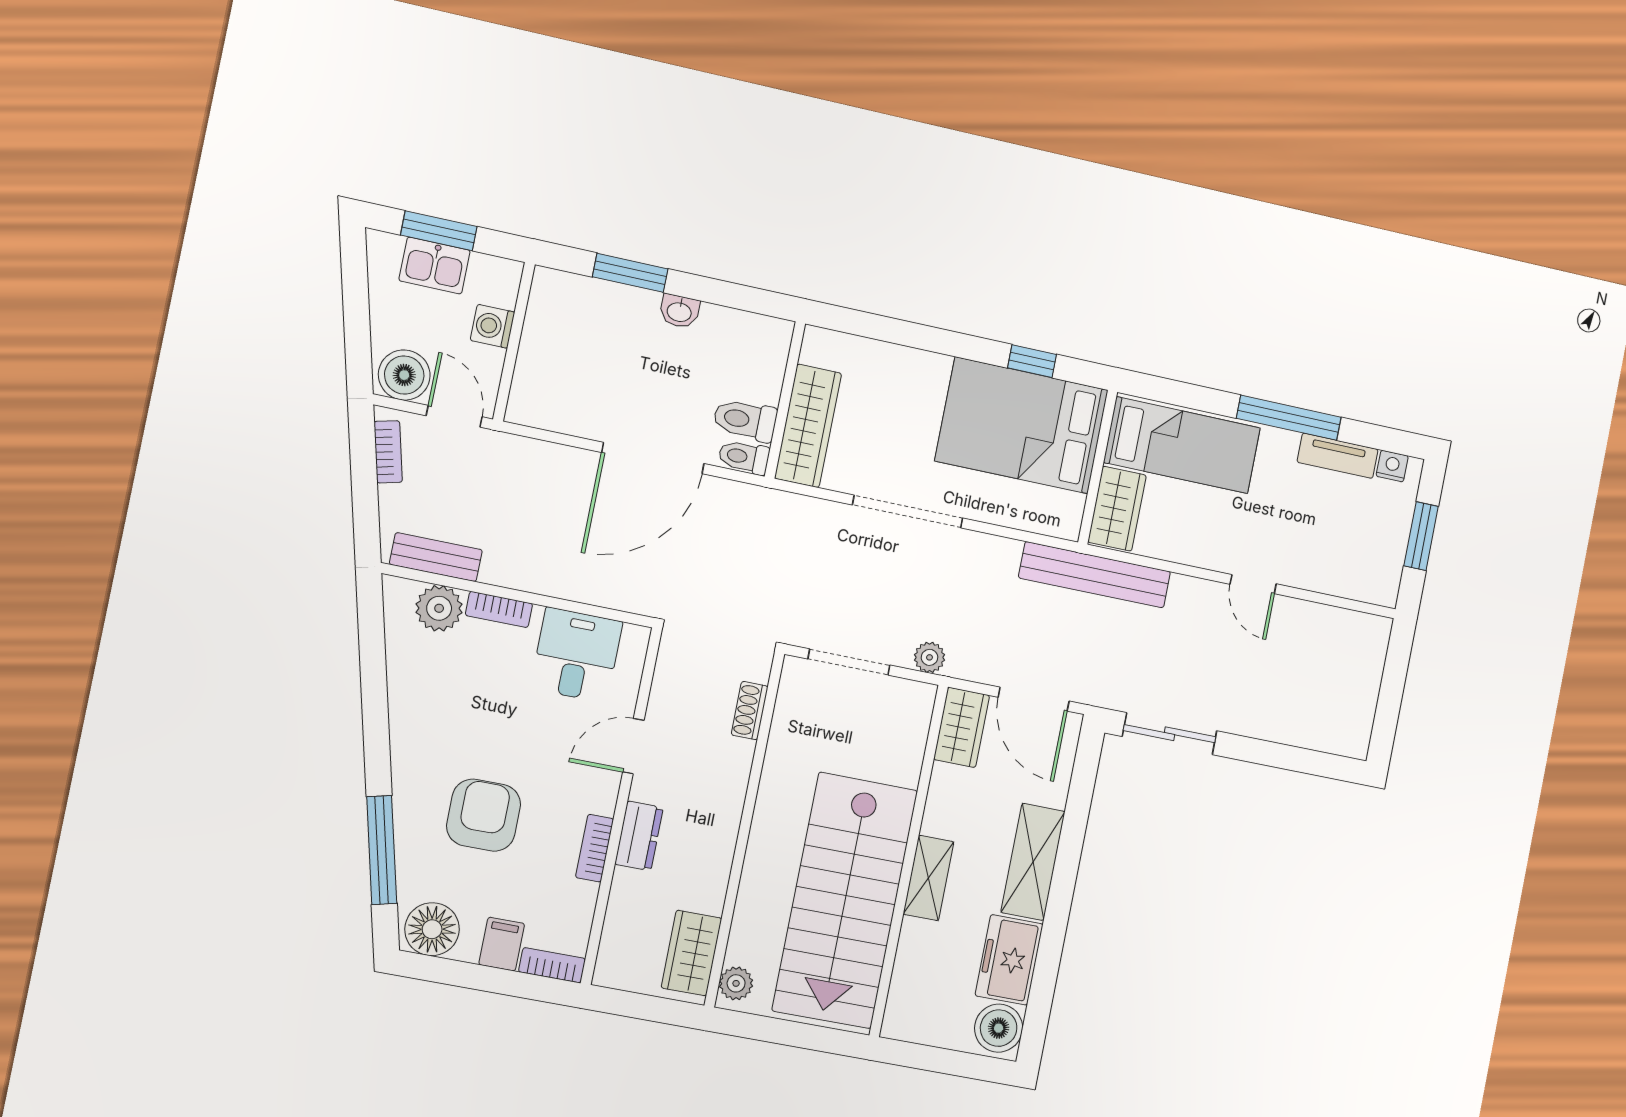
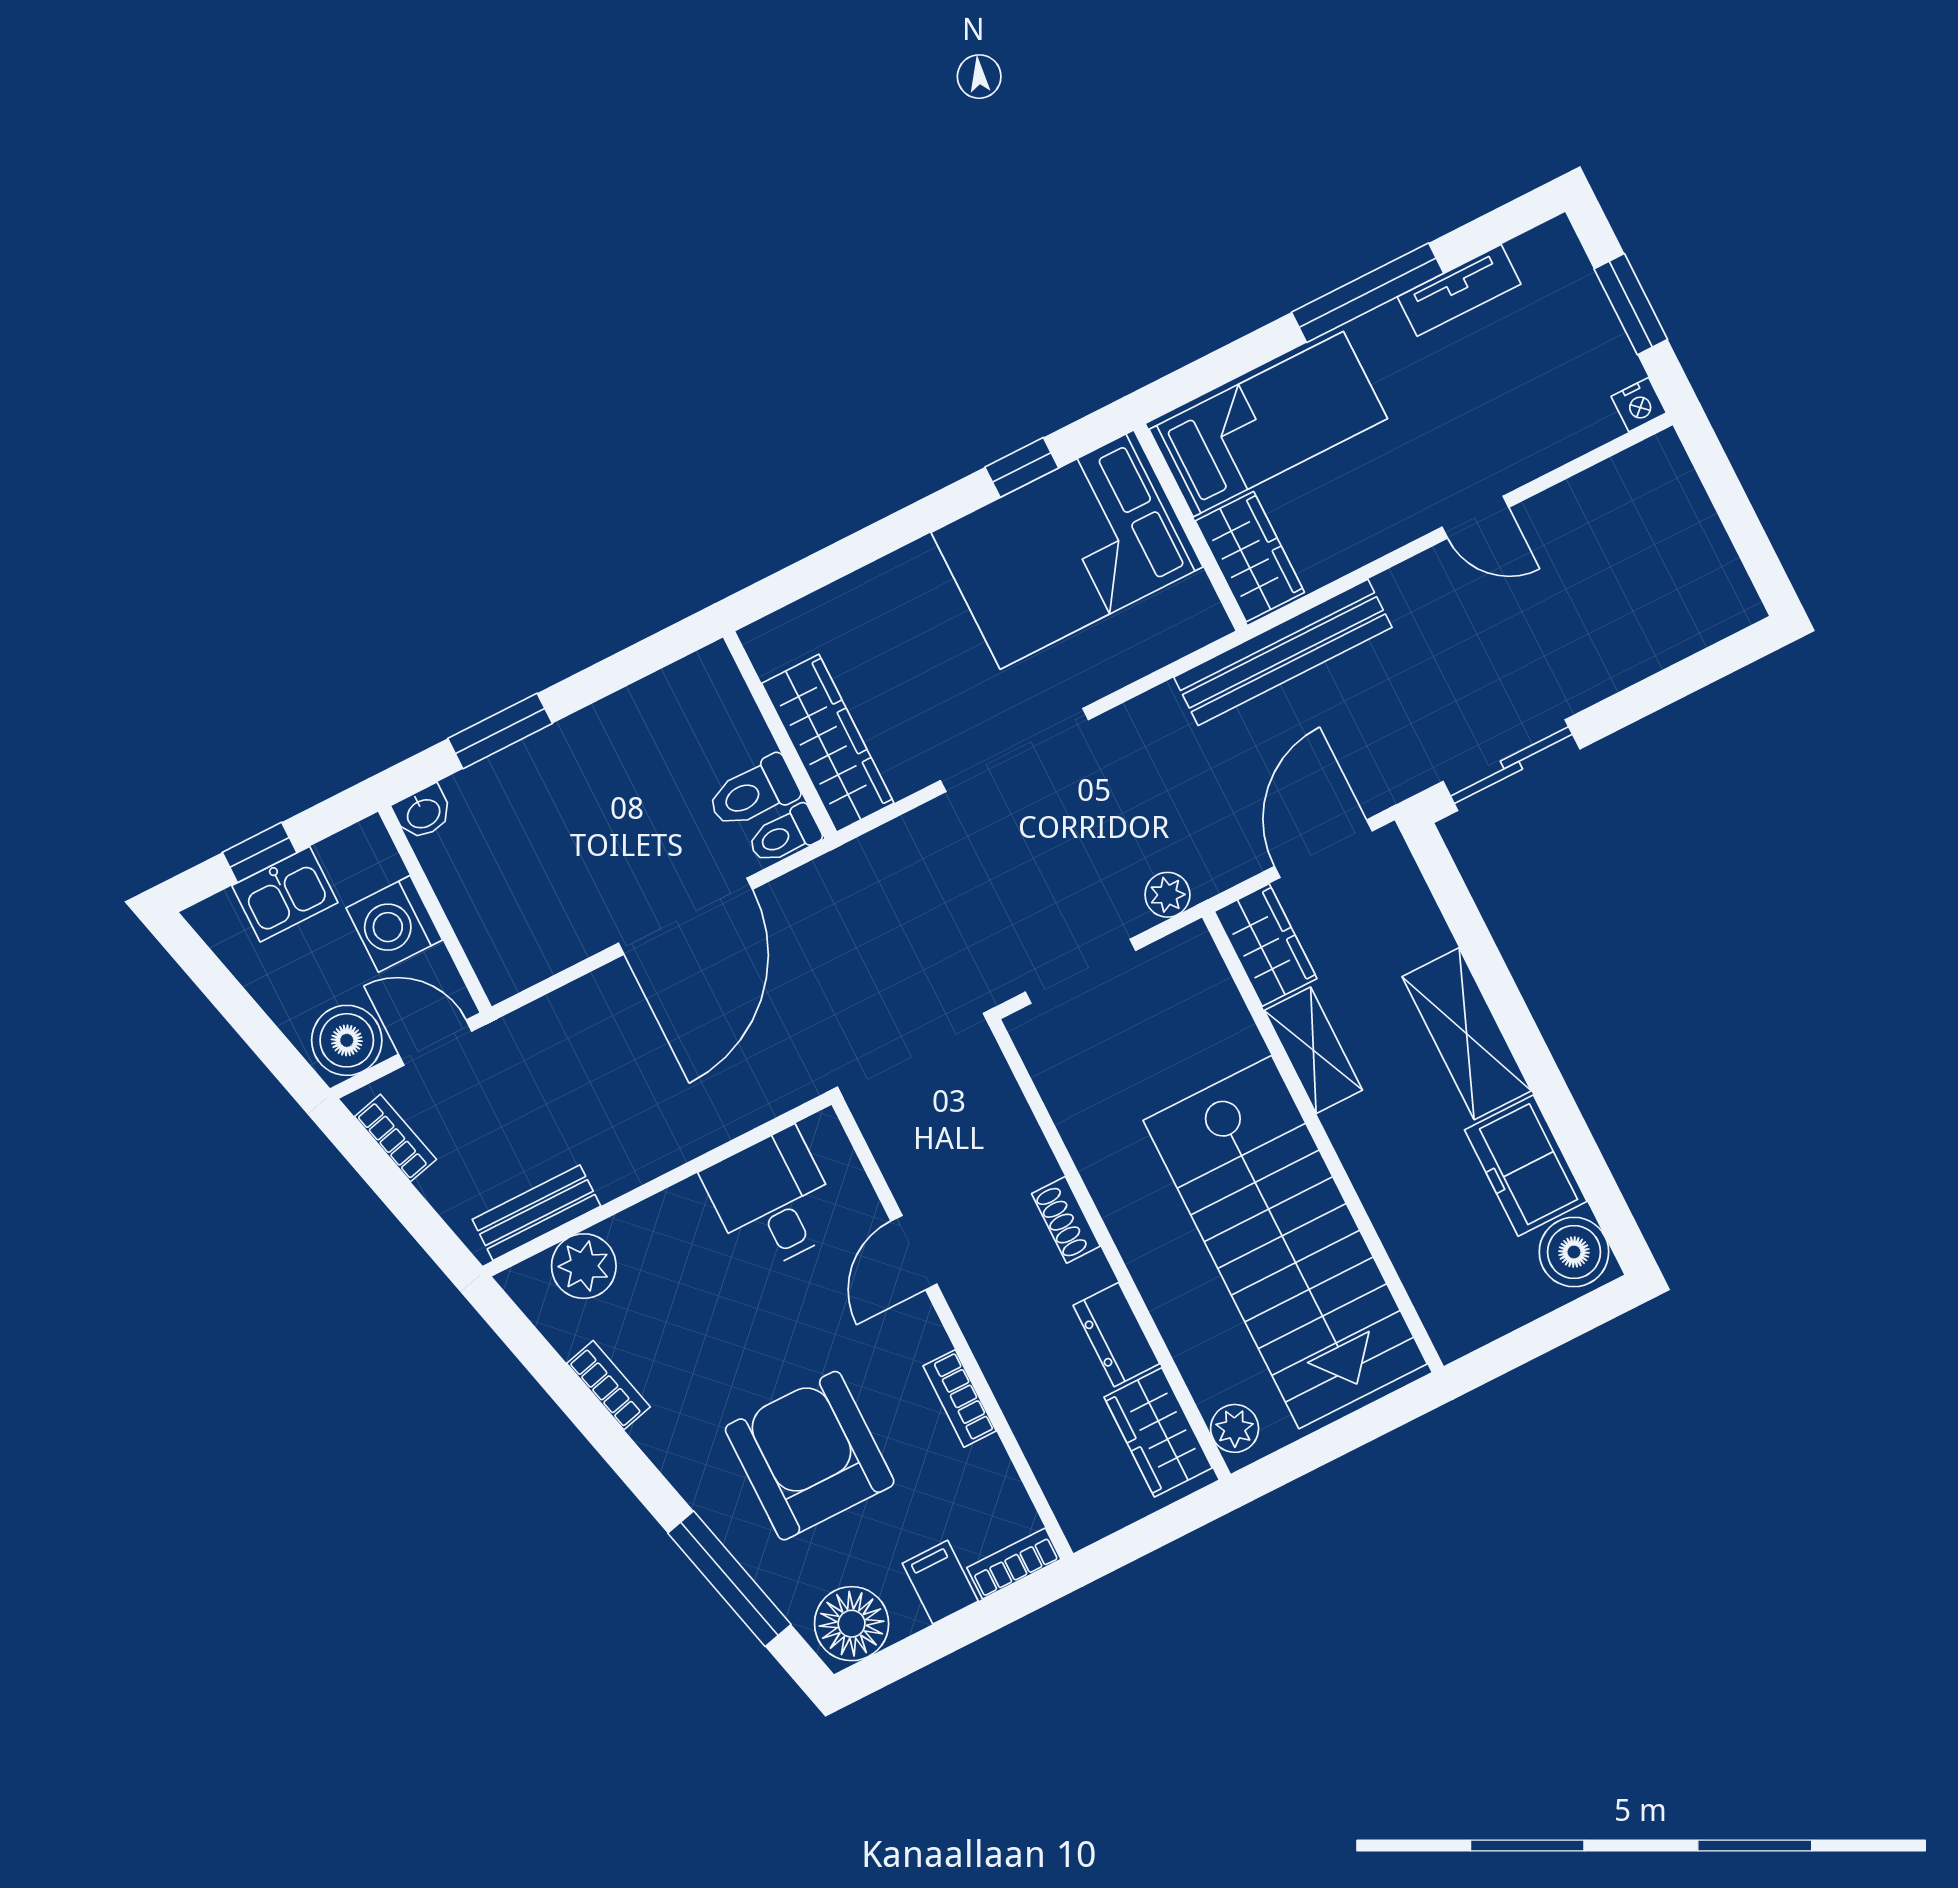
window: (439, 231) -> (260, 852), width x0.67
washbasin: (679, 311) -> (423, 813), moved
washing machine: (493, 326) -> (394, 924), width x1.38, depth x1.38
nightstand: (1392, 466) -> (1639, 405), moved, turned 180
bookcase: (499, 609) -> (609, 1385), moved, turned -104
door: (1034, 699) -> (1323, 849), swing flipped
shoe rack: (750, 711) -> (1066, 1220), moved
armchair: (484, 815) -> (810, 1456), width x1.36, depth x1.36
dresser: (639, 836) -> (1116, 1335), moved, turned 180
shelving: (929, 878) -> (1313, 1050), moved

